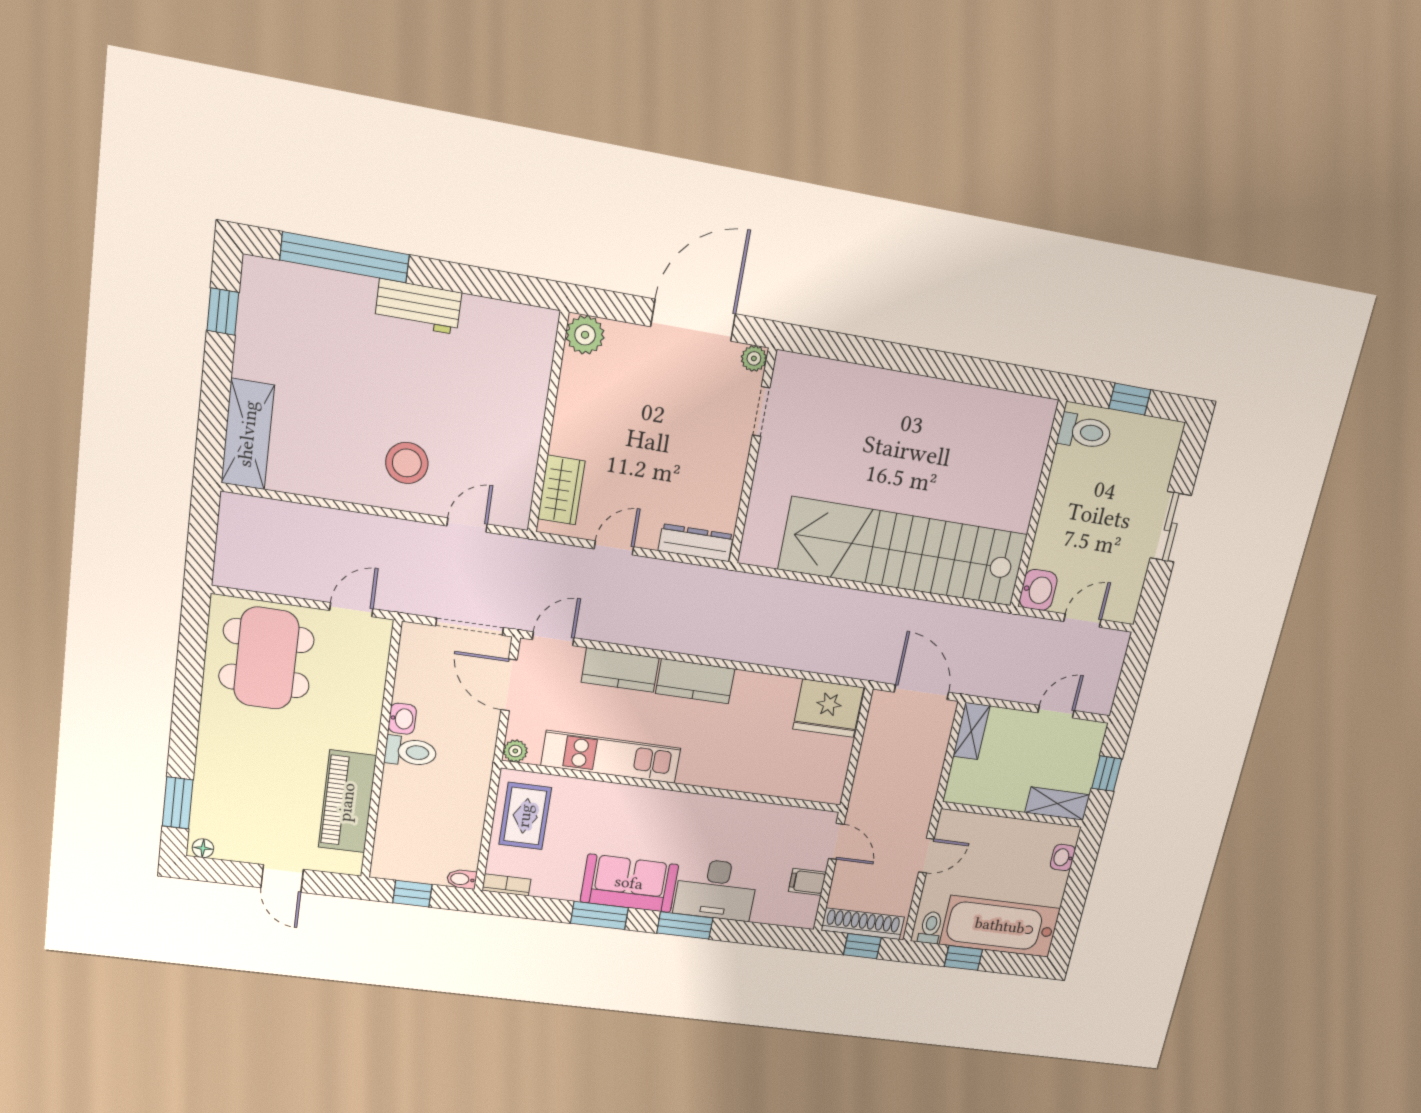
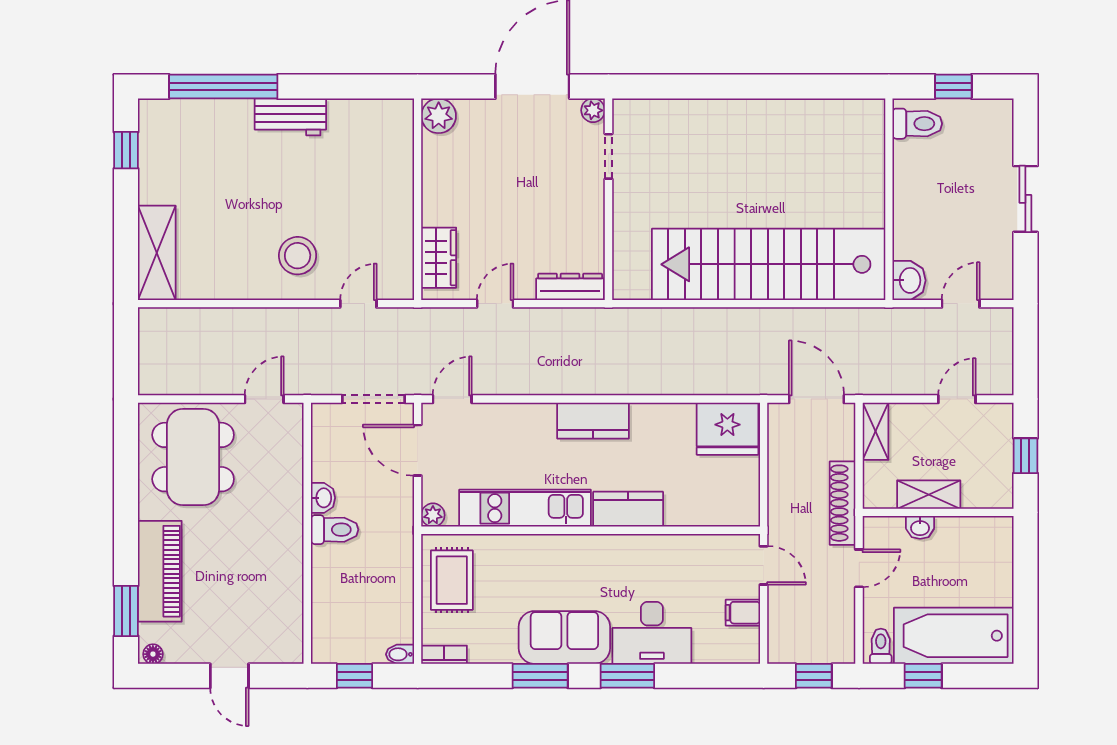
kitchen counter: (620, 670) -> (628, 509), moved, turned 180
piano: (347, 802) -> (160, 571), moved, turned 180
shelving: (1057, 804) -> (929, 495), moved
washbasin: (1063, 857) -> (920, 527), moved, turned -90
shoe rack: (863, 924) -> (843, 503), moved, turned -90

